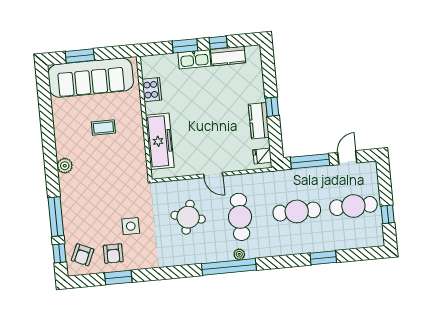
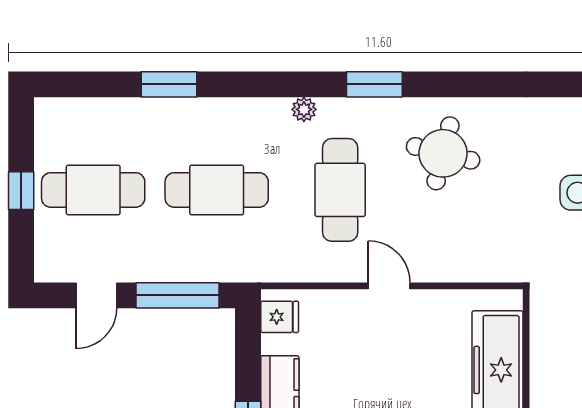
window: (388, 214) -> (21, 191), moved
round table: (188, 217) -> (443, 153), moved
plant: (239, 254) -> (304, 109), moved
window: (229, 267) -> (374, 84), width x0.47

